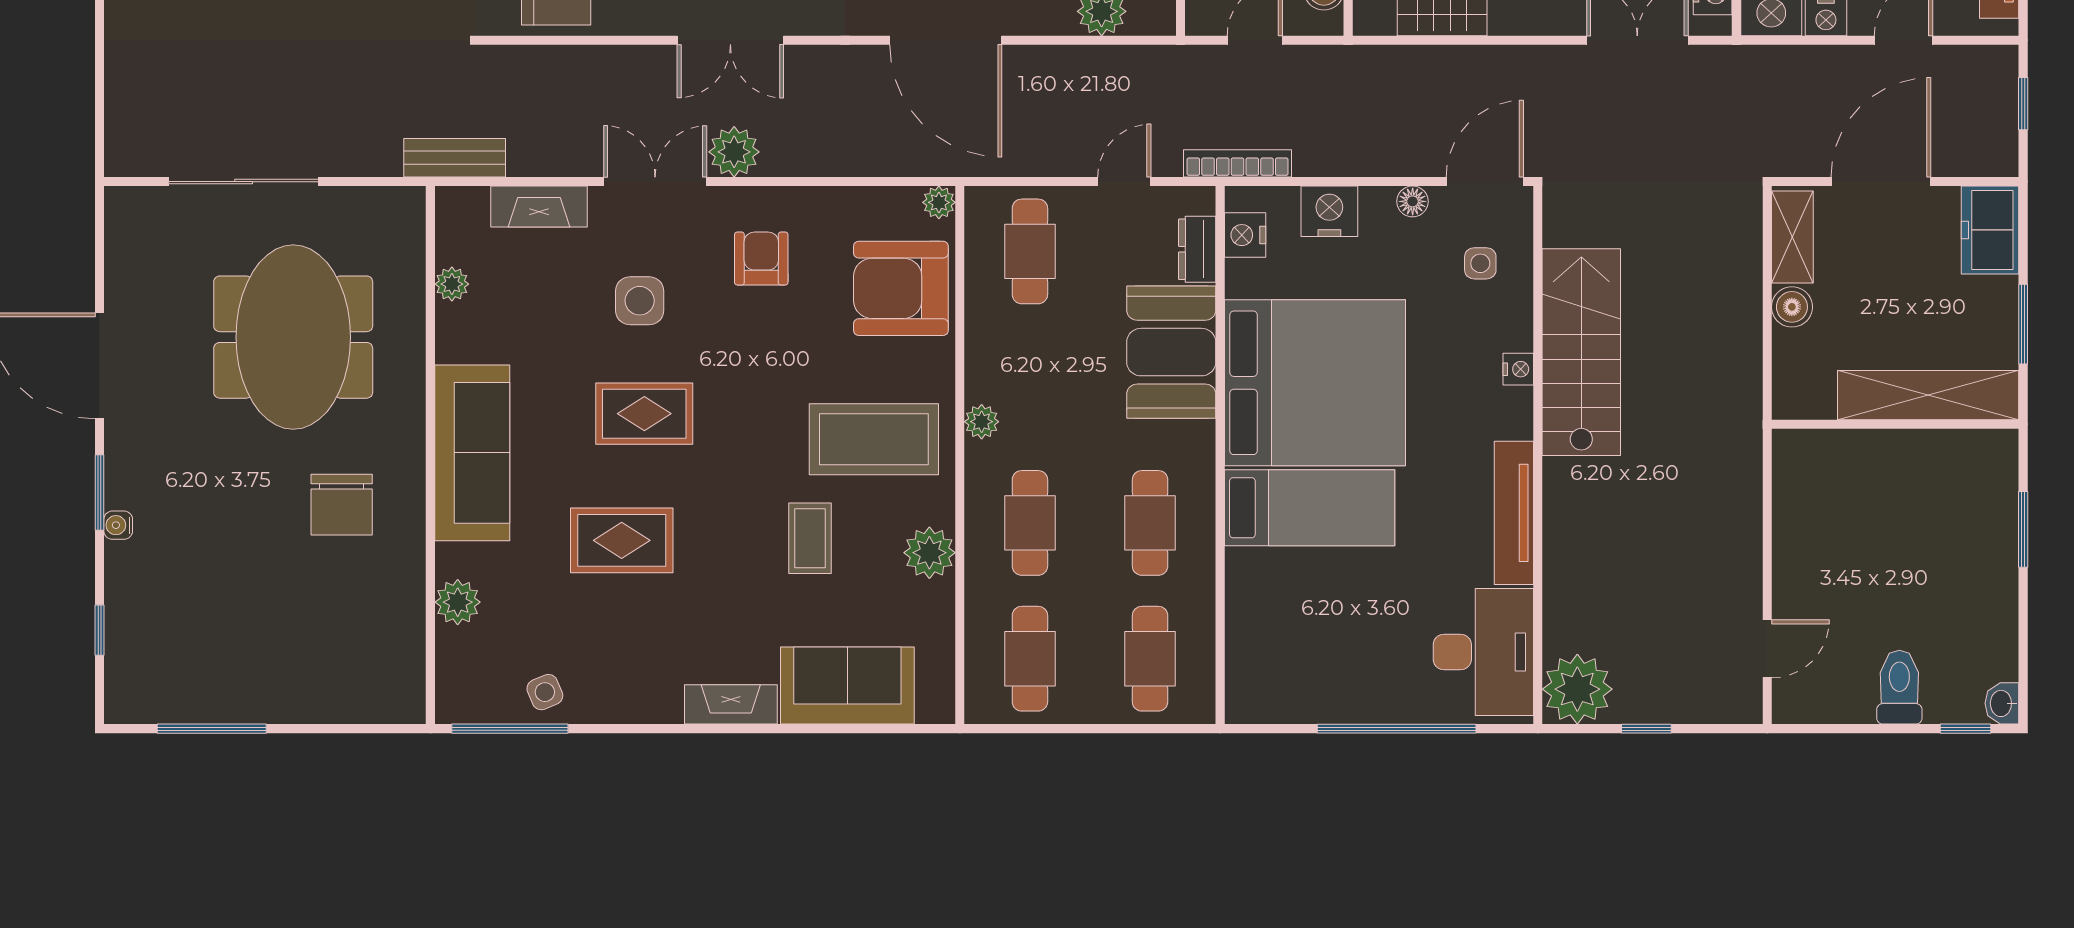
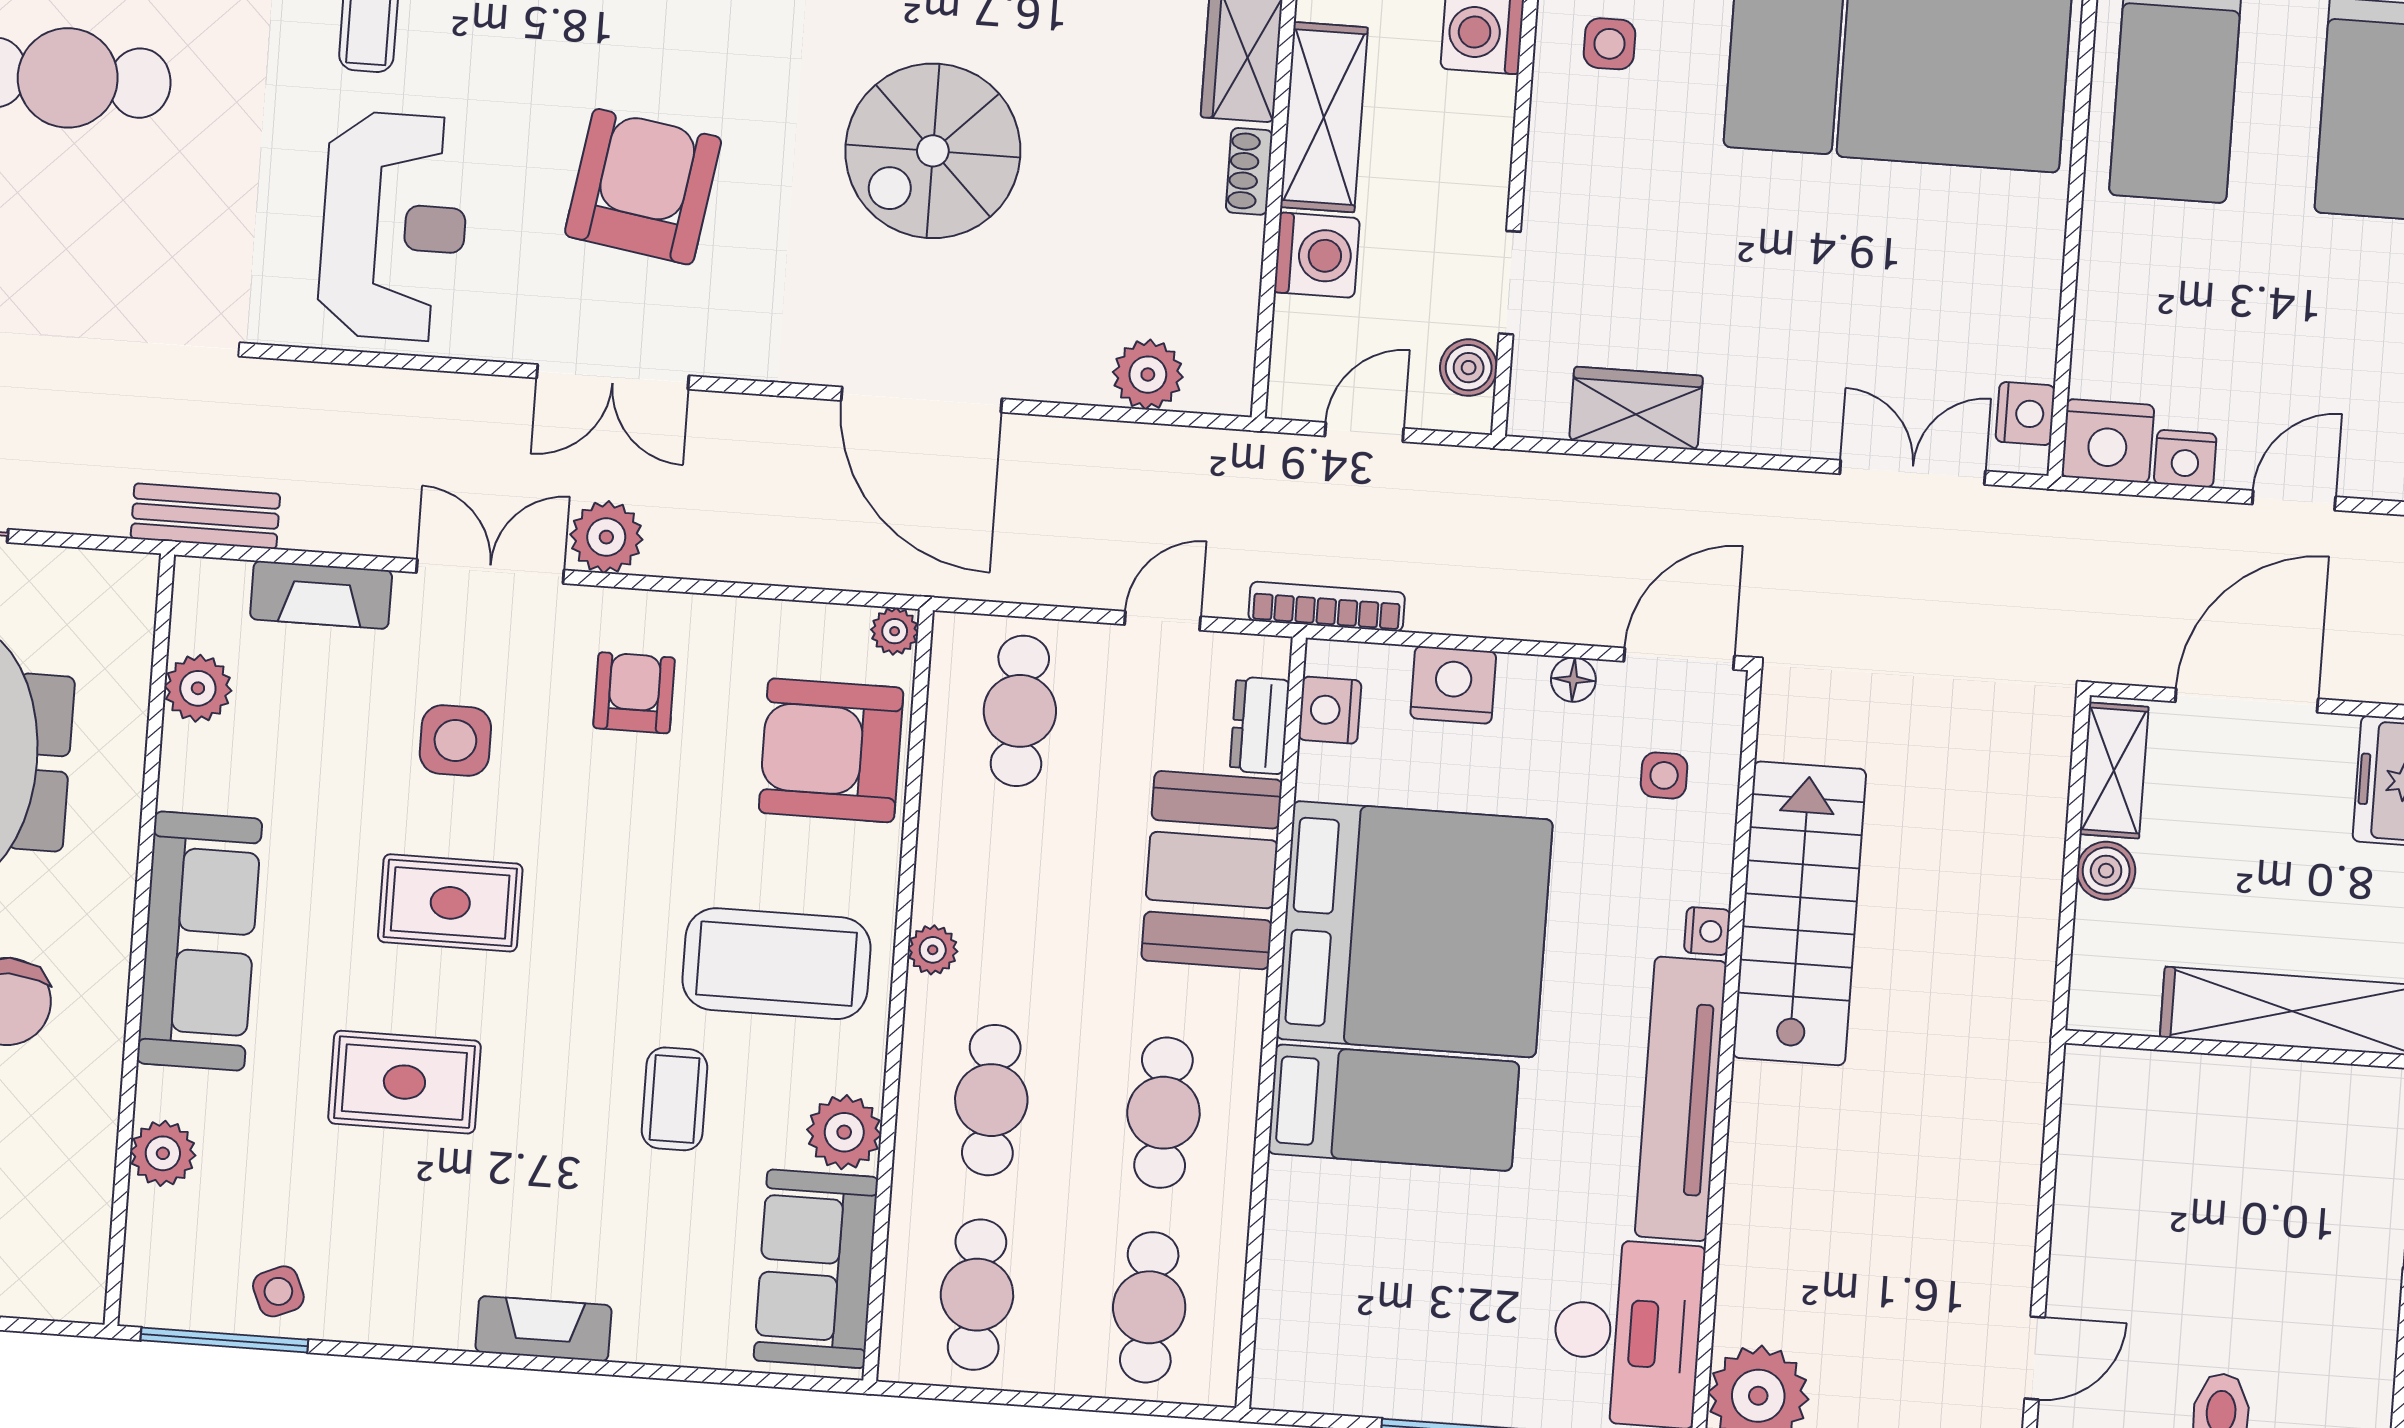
plant: (452, 284) -> (198, 688), width x1.38, depth x1.38
tv unit: (1514, 513) -> (1681, 1099), width x1.36, depth x1.29
sofa: (847, 686) -> (816, 1269), moved, turned -90

